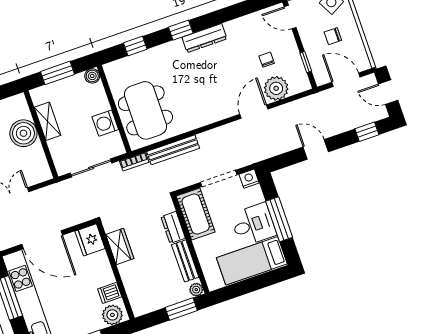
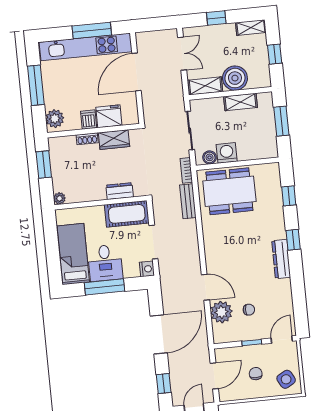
window: (306, 62) -> (252, 343), moved
boiler: (92, 76) -> (210, 157), moved
door: (316, 149) -> (159, 334), width x1.87
bench: (173, 150) -> (188, 201), width x0.73
shelving: (39, 163) -> (205, 86), added
fridge: (90, 240) -> (109, 116), moved
bench: (185, 261) -> (87, 195), removed
shoe rack: (126, 275) -> (87, 139), added
dishwasher: (110, 293) -> (89, 120), moved
window: (181, 309) -> (44, 164), moved

